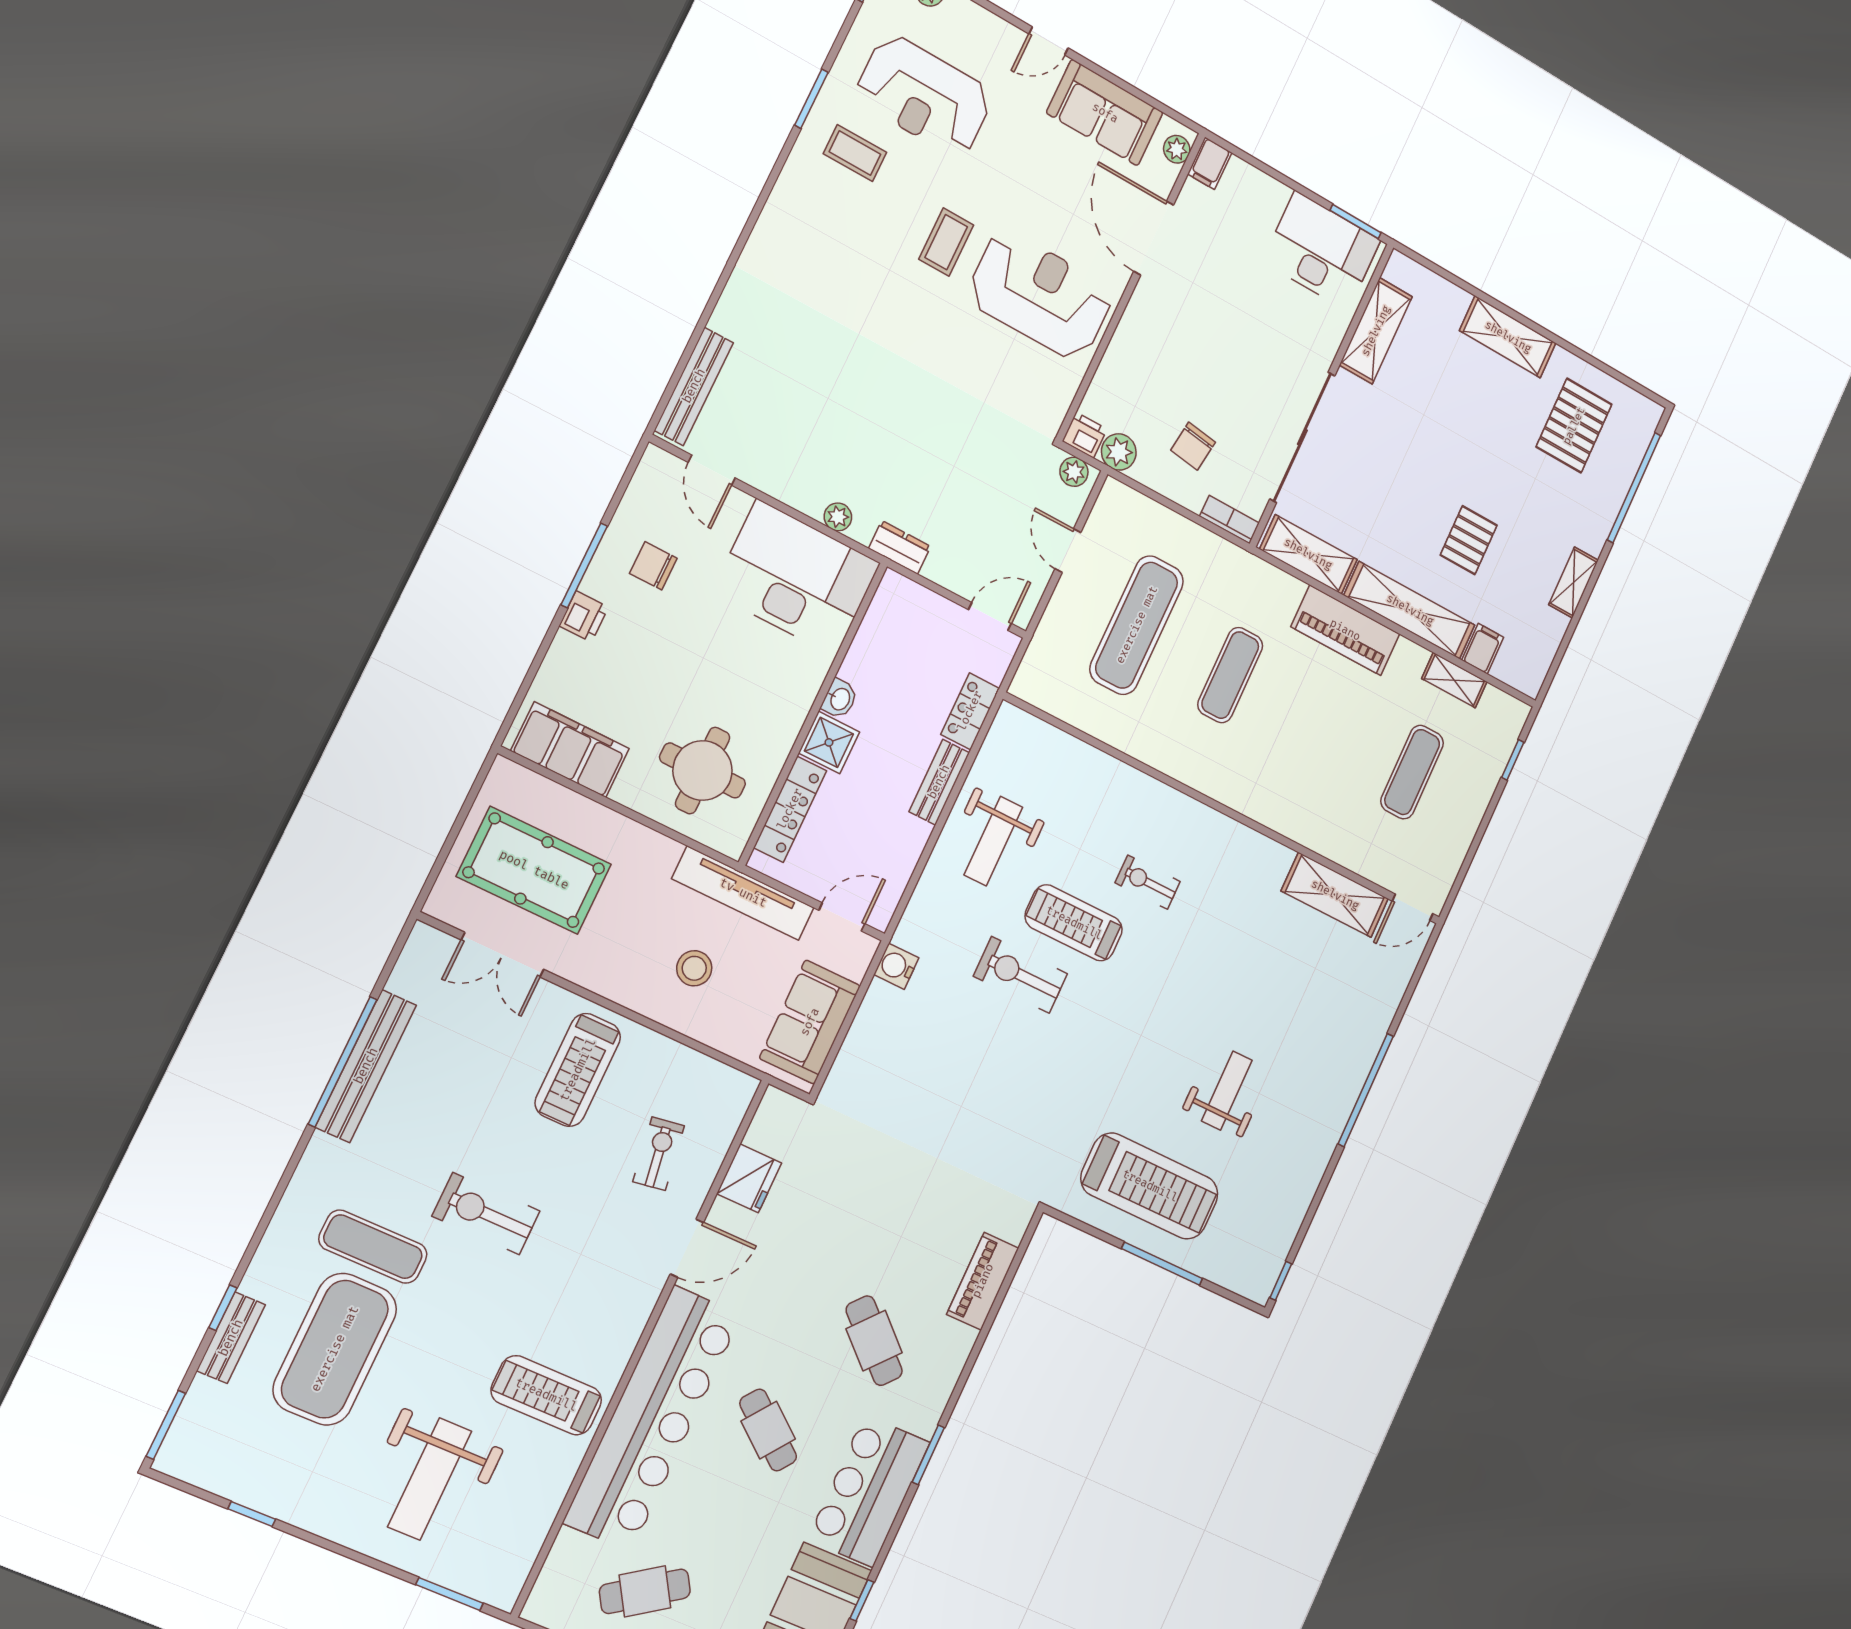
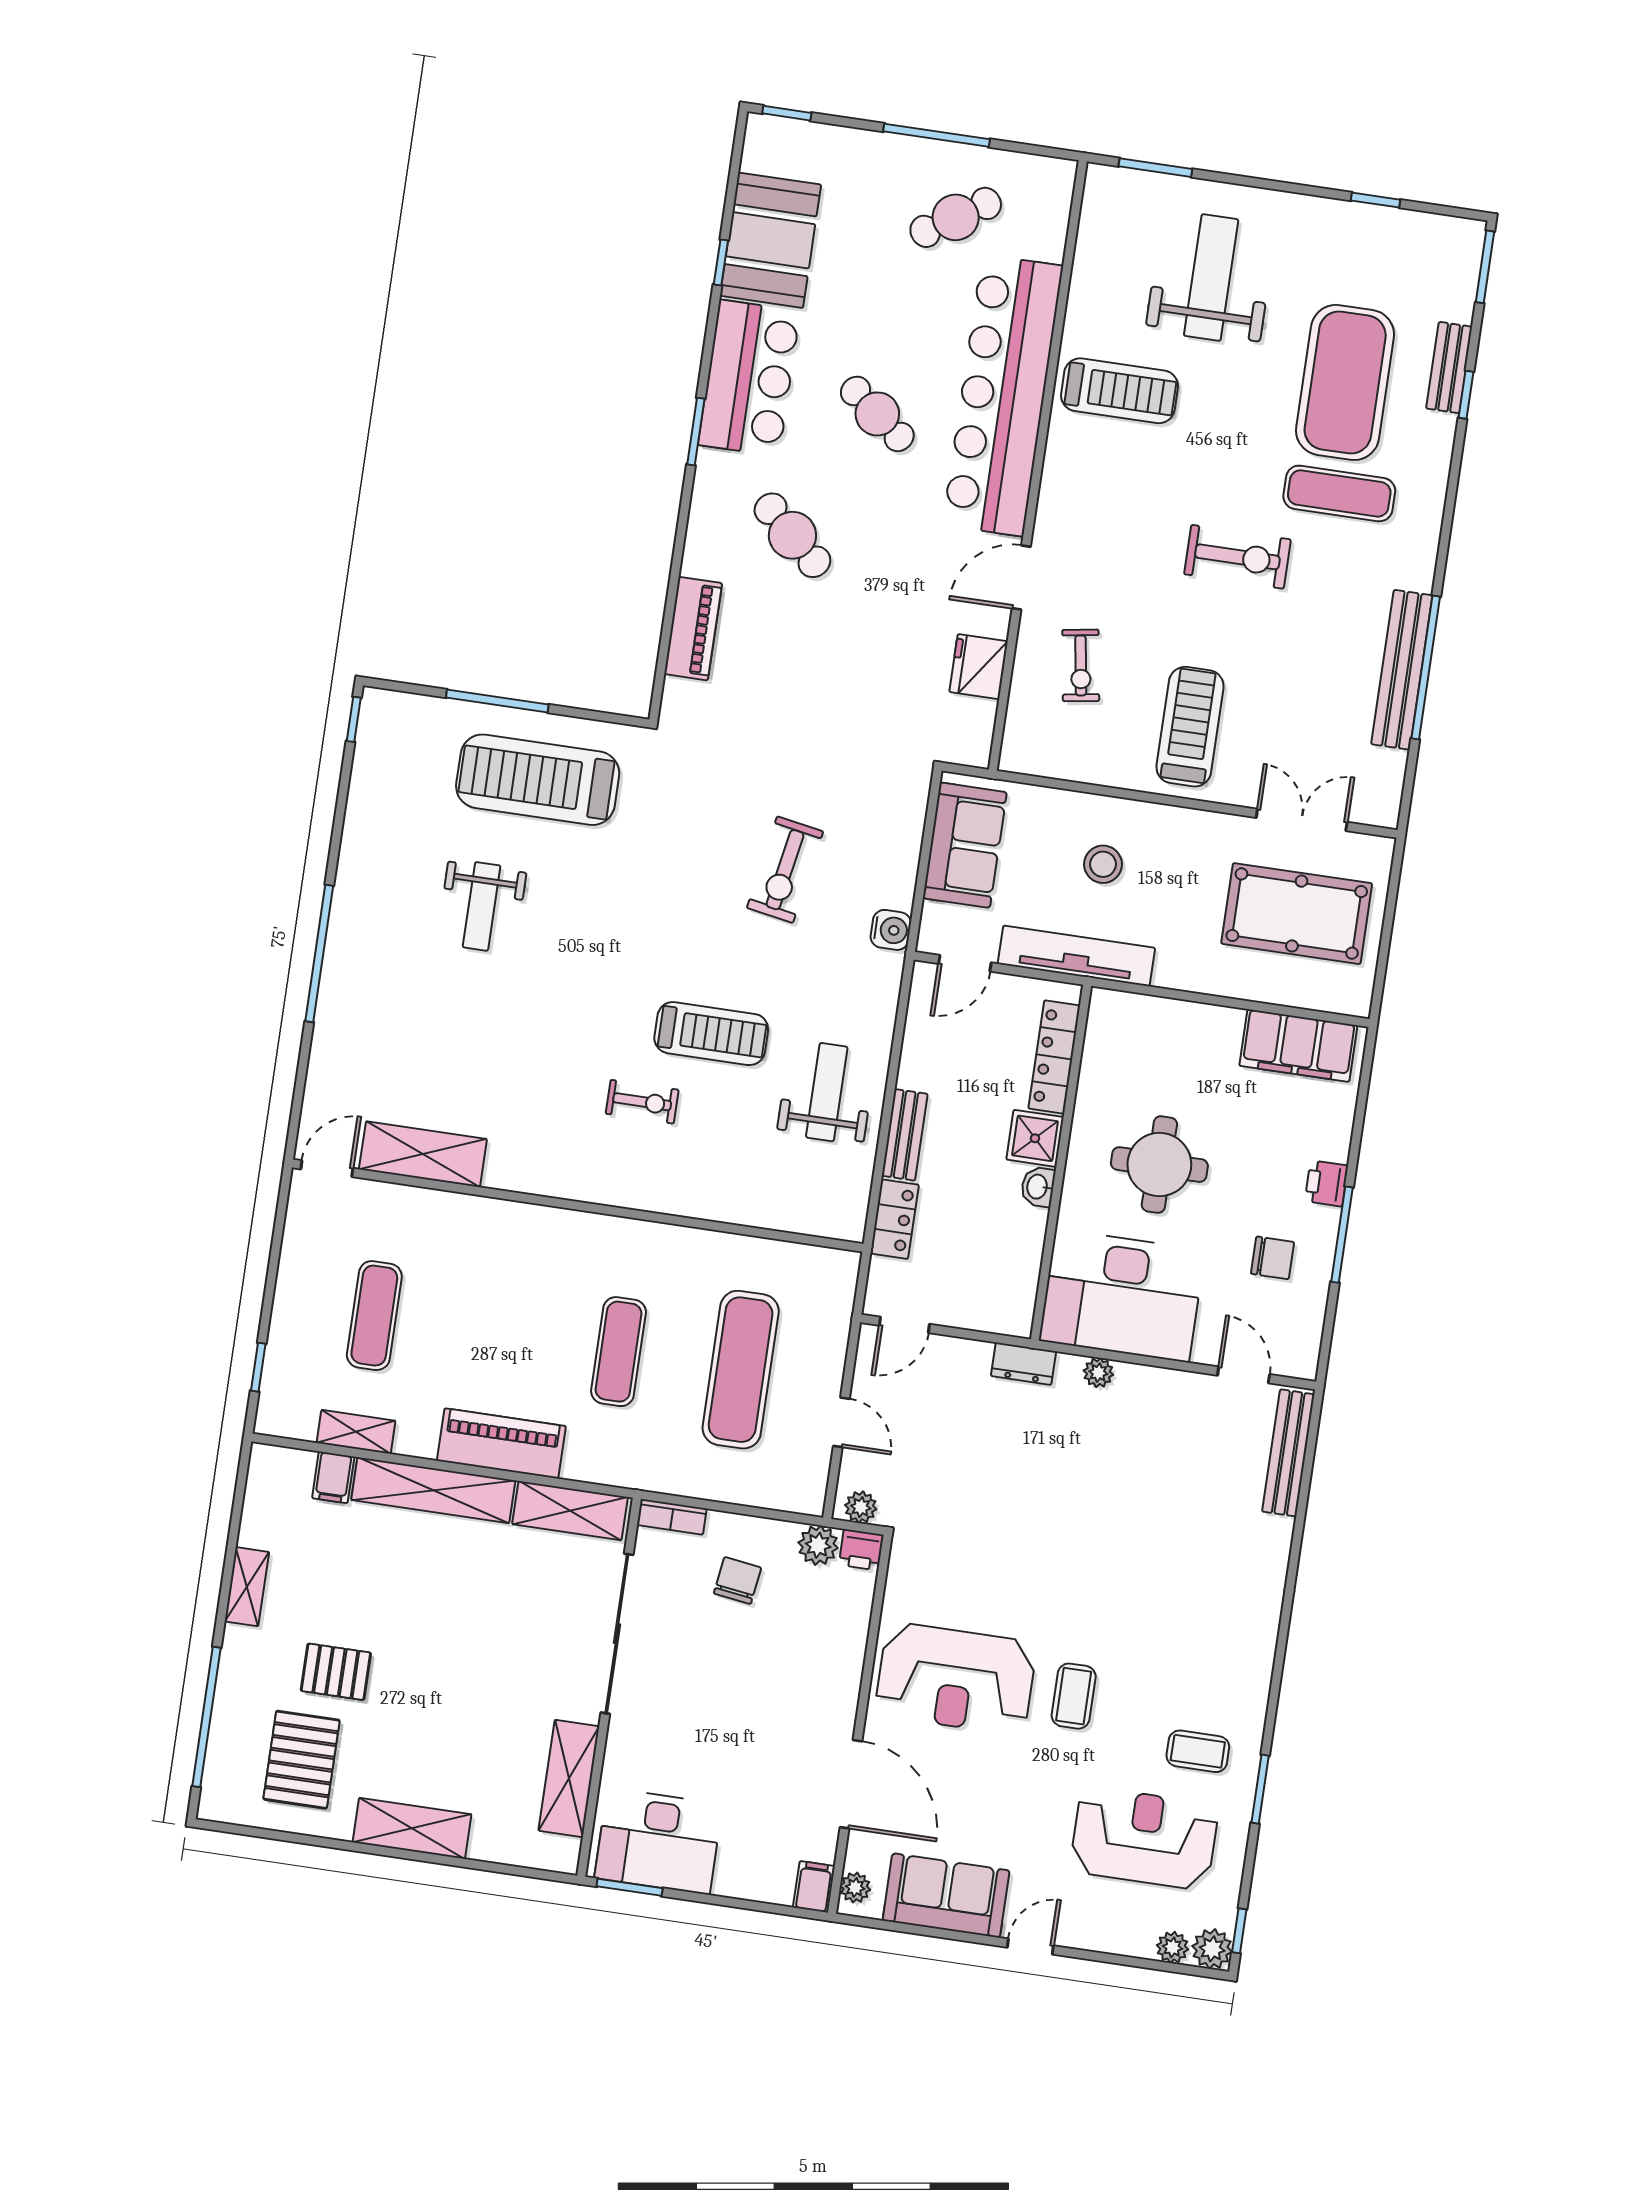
pallet: (1469, 540) -> (336, 1672), moved, turned 90
round table: (703, 770) -> (1159, 1165), moved
exercise bike: (1020, 975) -> (785, 870), moved, turned 100

